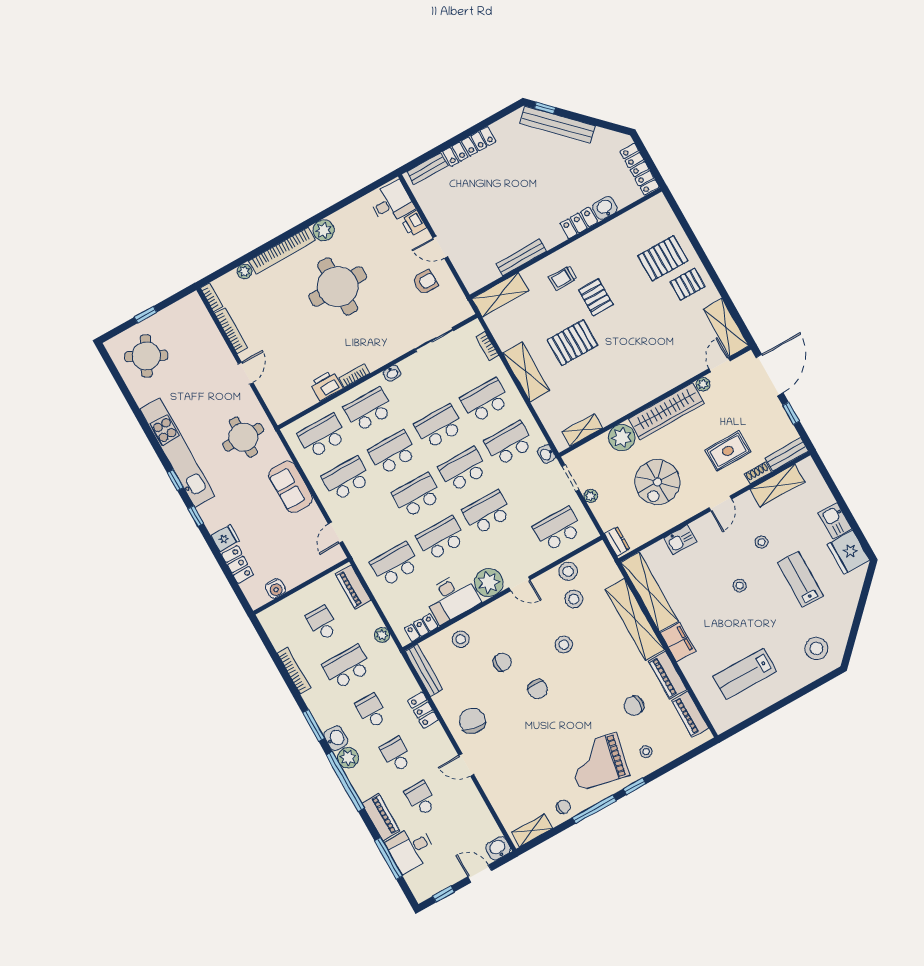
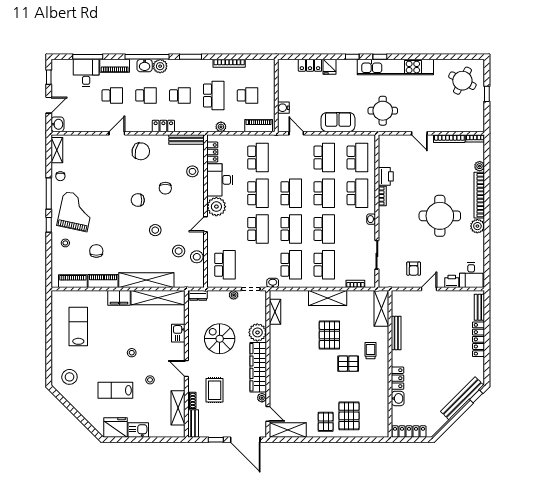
lab bench: (800, 579) -> (115, 390), turned 180
water cooler: (275, 588) -> (283, 108), moved
washbasin: (336, 738) -> (145, 66), moved

